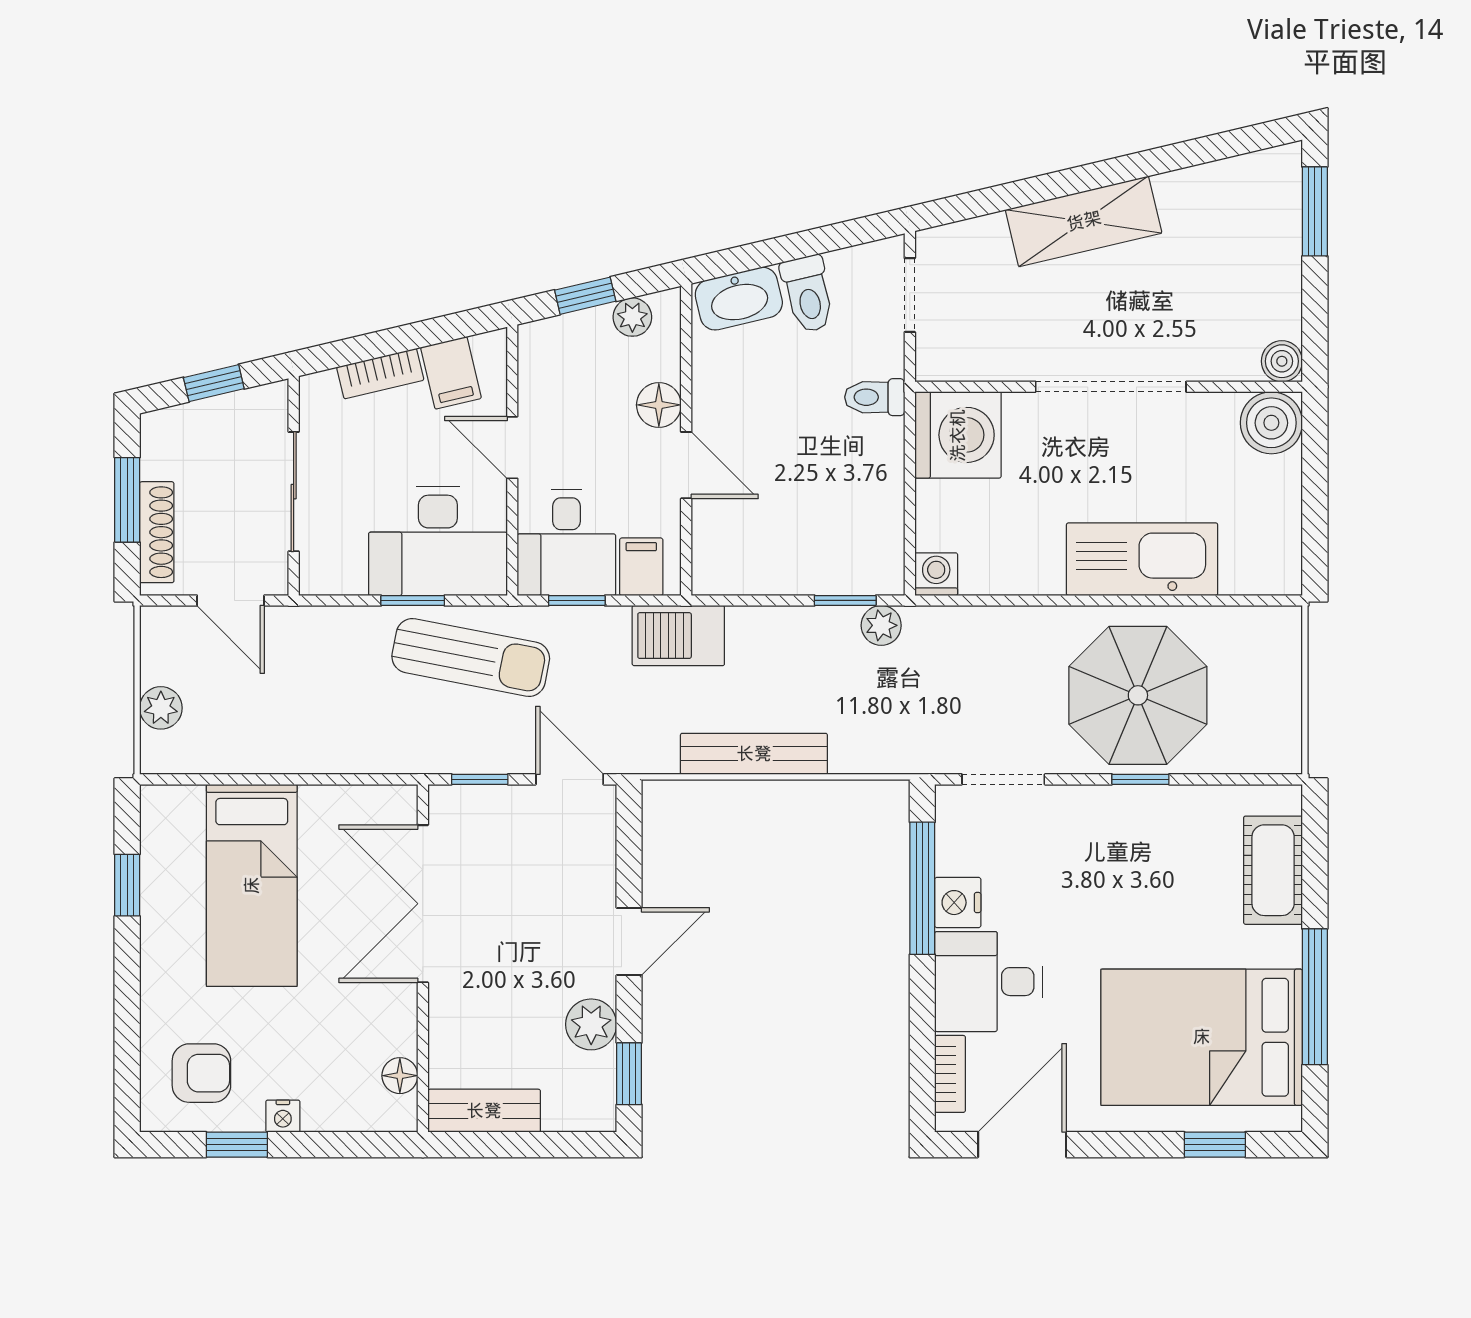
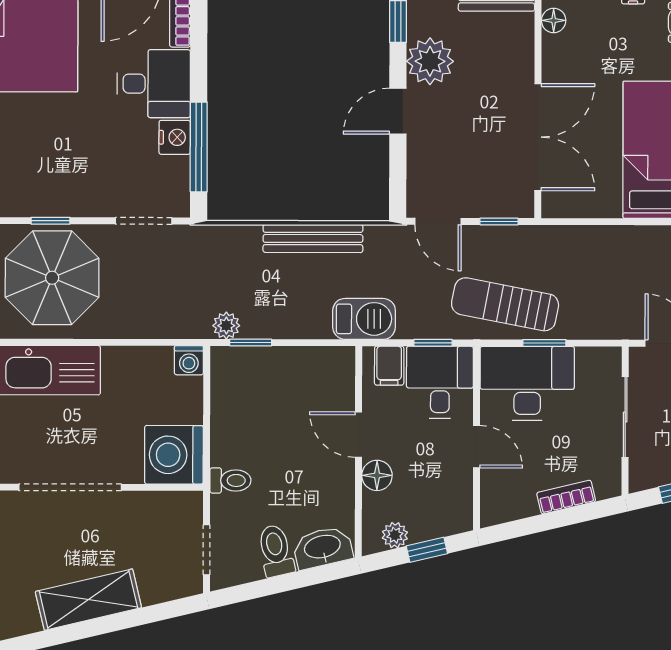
filing cabinet: (451, 373) -> (518, 498), removed
plant: (591, 1024) -> (430, 61), width x1.36, depth x1.36

